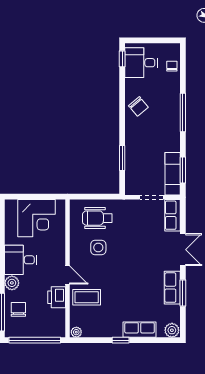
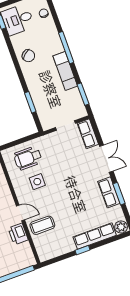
exam couch: (173, 174) -> (65, 71), moved
row of seats: (140, 330) -> (95, 236), width x1.48
plant: (76, 332) -> (44, 257), removed

